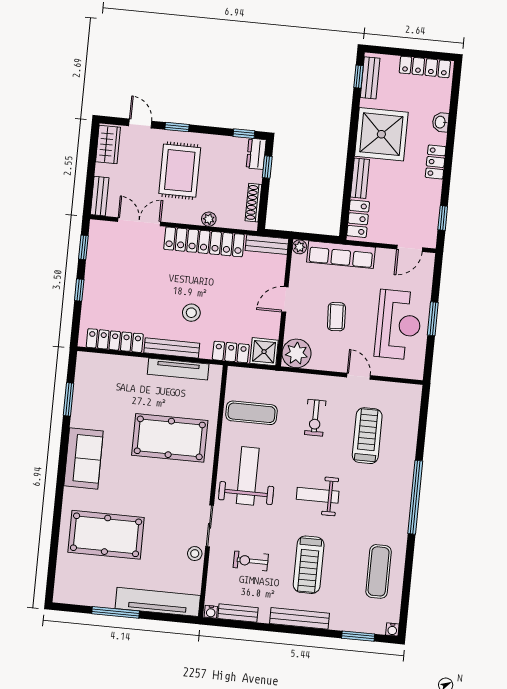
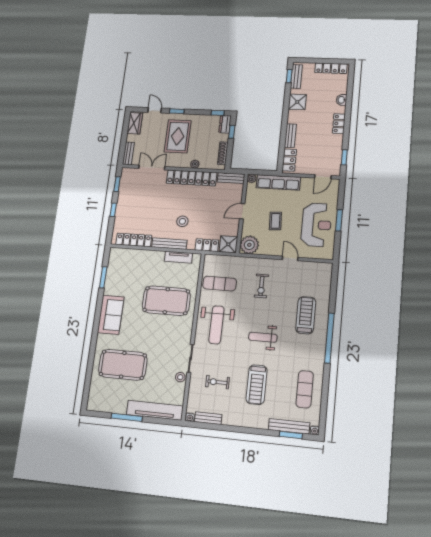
shower: (381, 134) -> (297, 102), width x0.54, depth x0.54
tv unit: (178, 369) -> (178, 257), width x0.71
treadmill: (367, 436) -> (306, 315), moved
weight bench: (248, 476) -> (216, 325), turned 180
bench: (300, 618) -> (289, 426), moved

